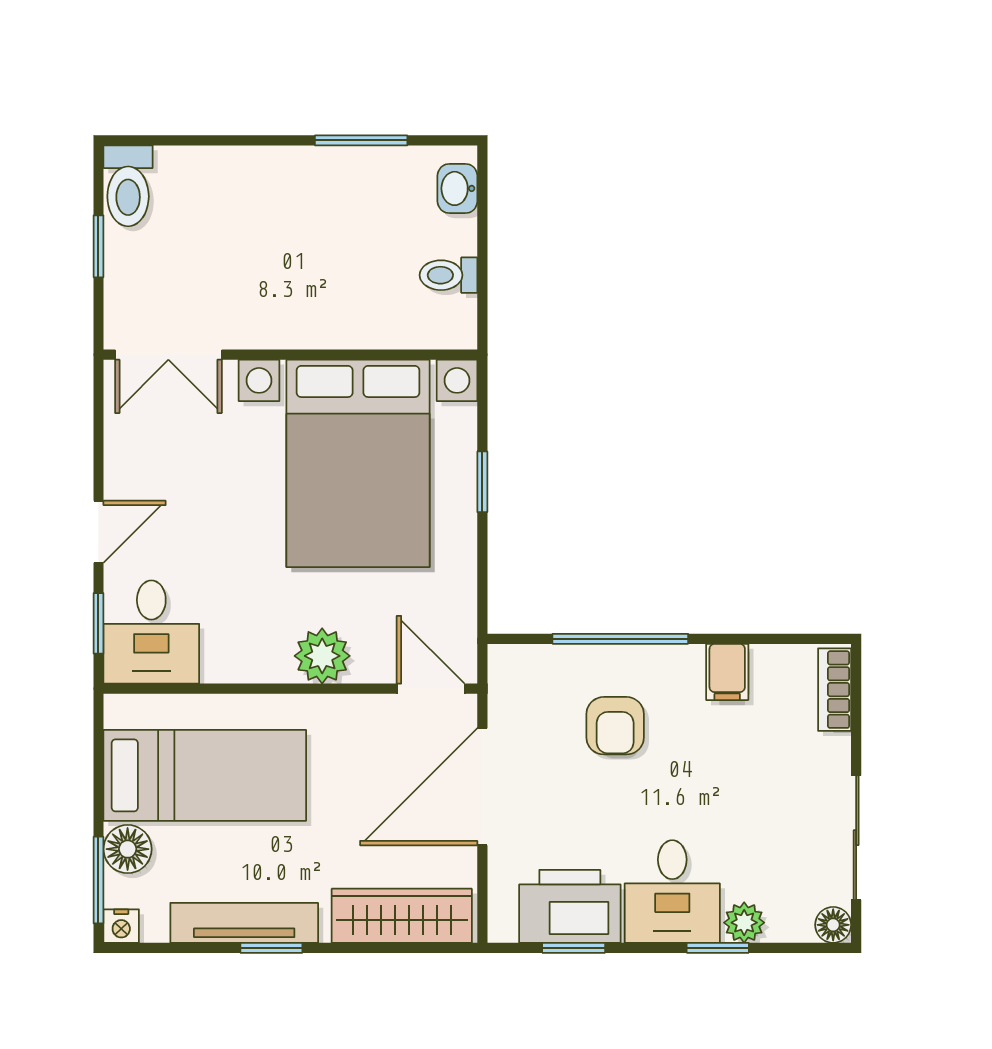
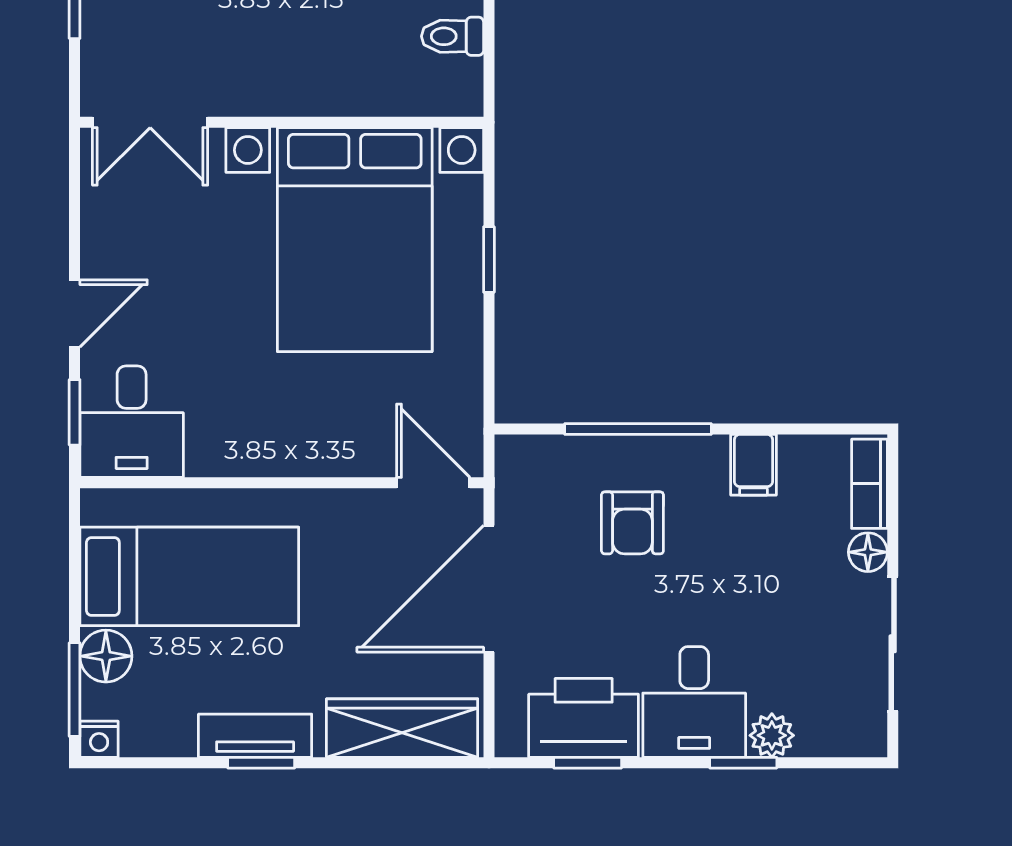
plant: (322, 656) -> (316, 447), removed
tv unit: (244, 923) -> (255, 736), width x0.71
floor lamp: (833, 925) -> (868, 552), moved

